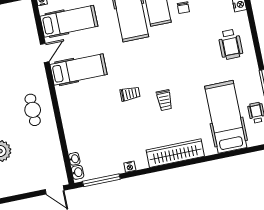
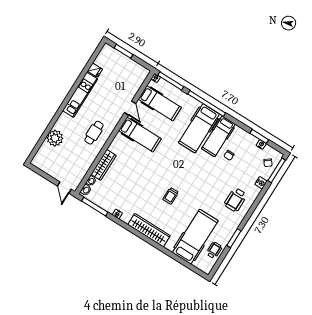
door: (45, 53) -> (130, 108), hinge flipped
trolley: (130, 94) -> (155, 174), removed
wardrobe: (72, 132) -> (104, 165), added

